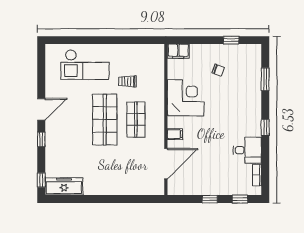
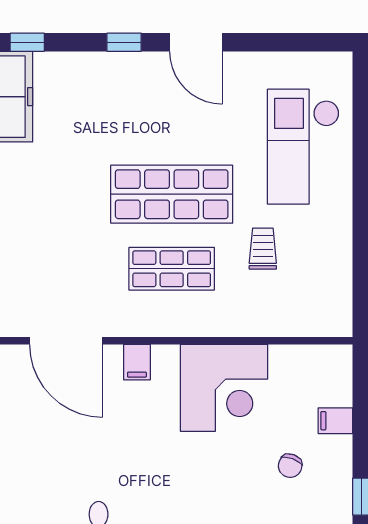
filing cabinet: (178, 51) -> (335, 421), moved, width x0.50

